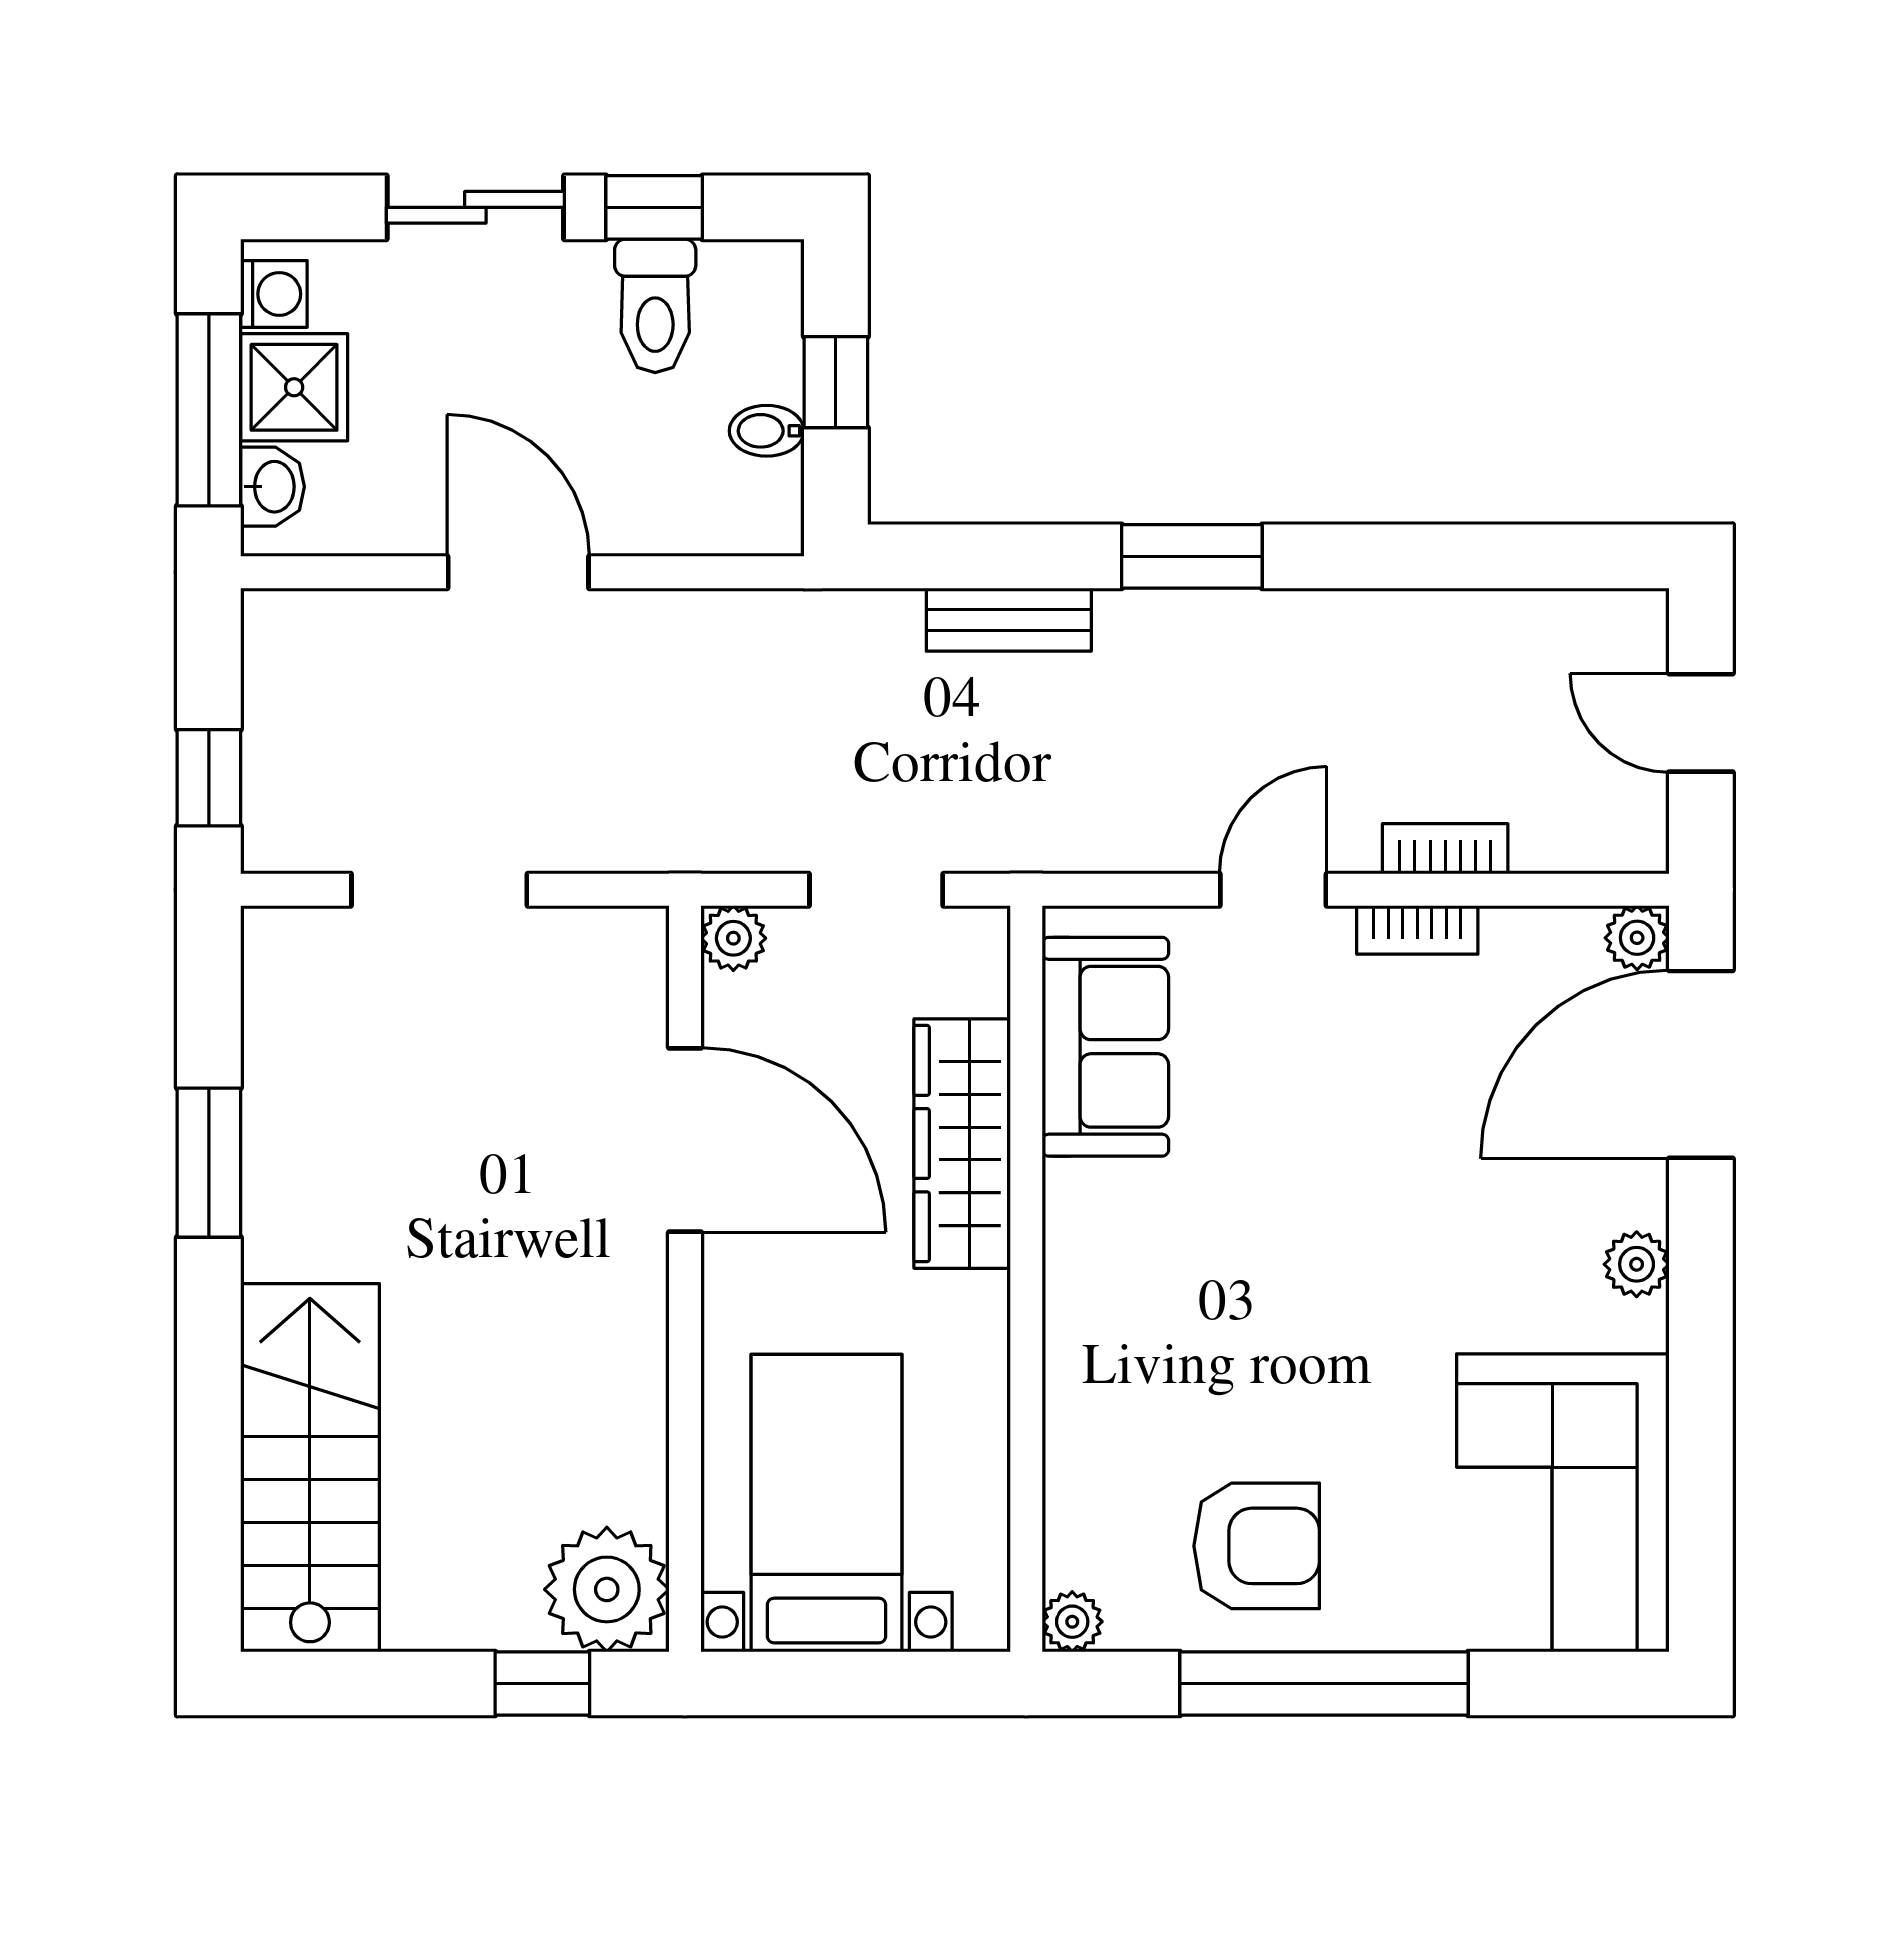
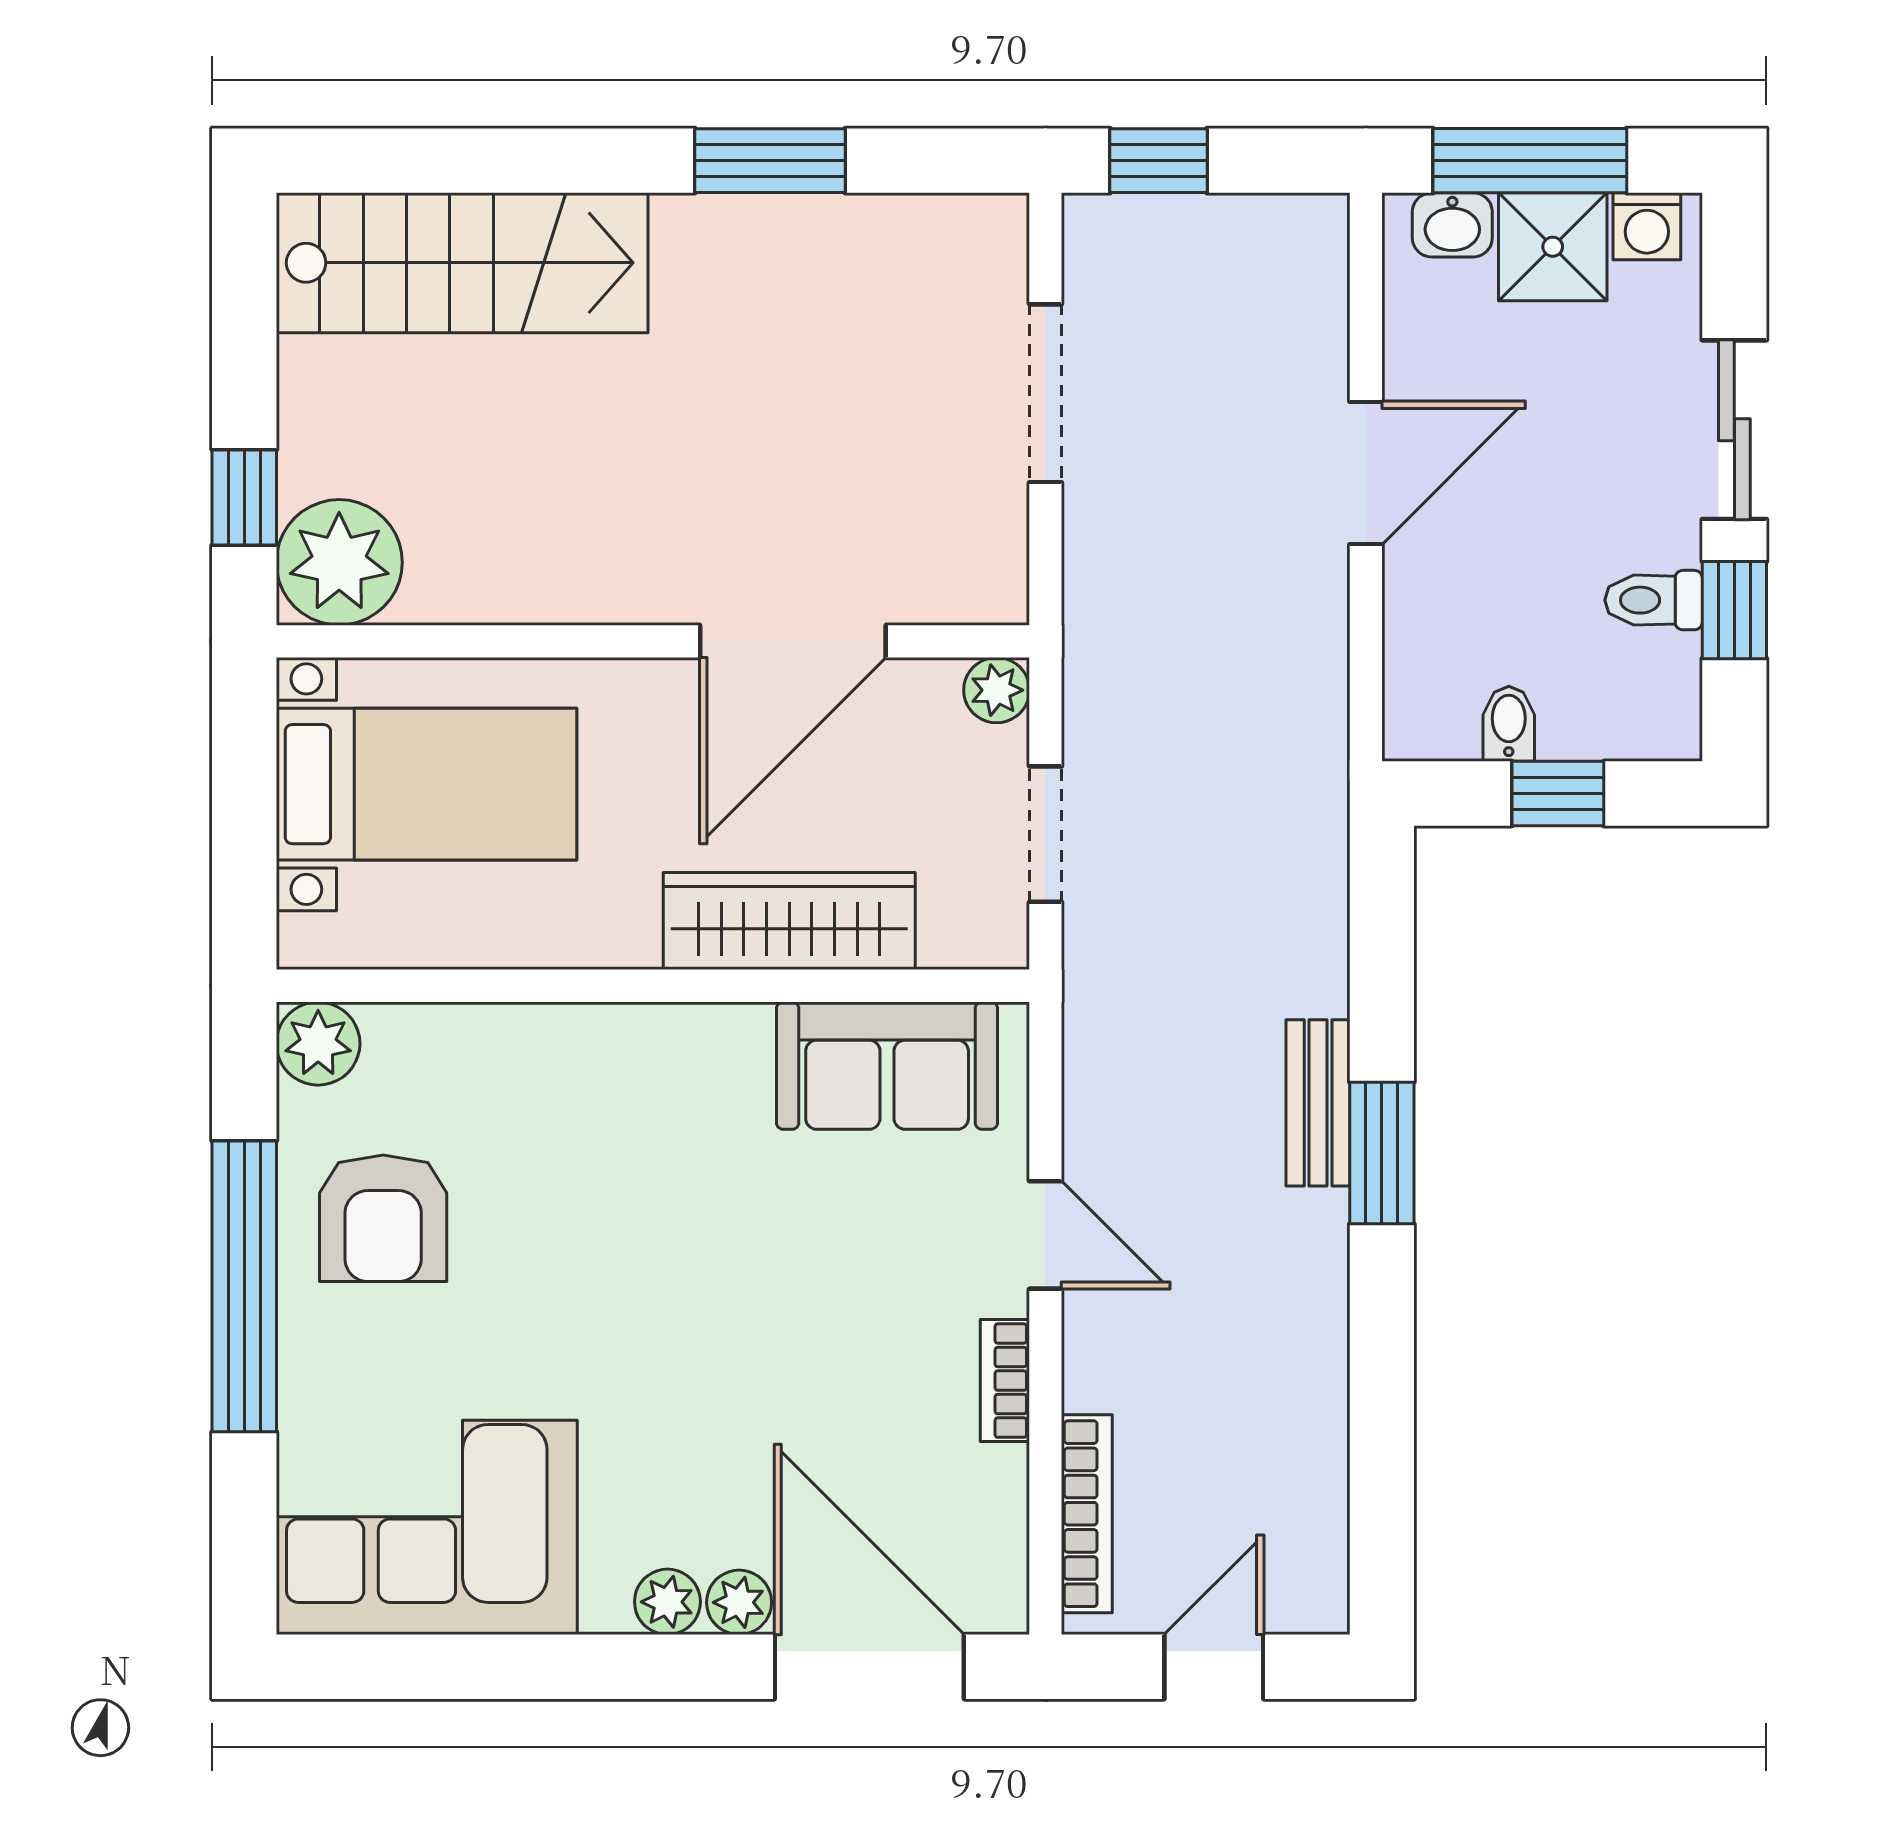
toilet: (655, 306) -> (1654, 600), width x0.73, depth x0.72
bench: (1009, 620) -> (1318, 1103), moved
bookcase: (1445, 849) -> (1087, 1514), moved, width x1.56
plant: (1637, 938) -> (739, 1602), moved
plant: (1072, 1622) -> (318, 1044), width x1.38, depth x1.38

